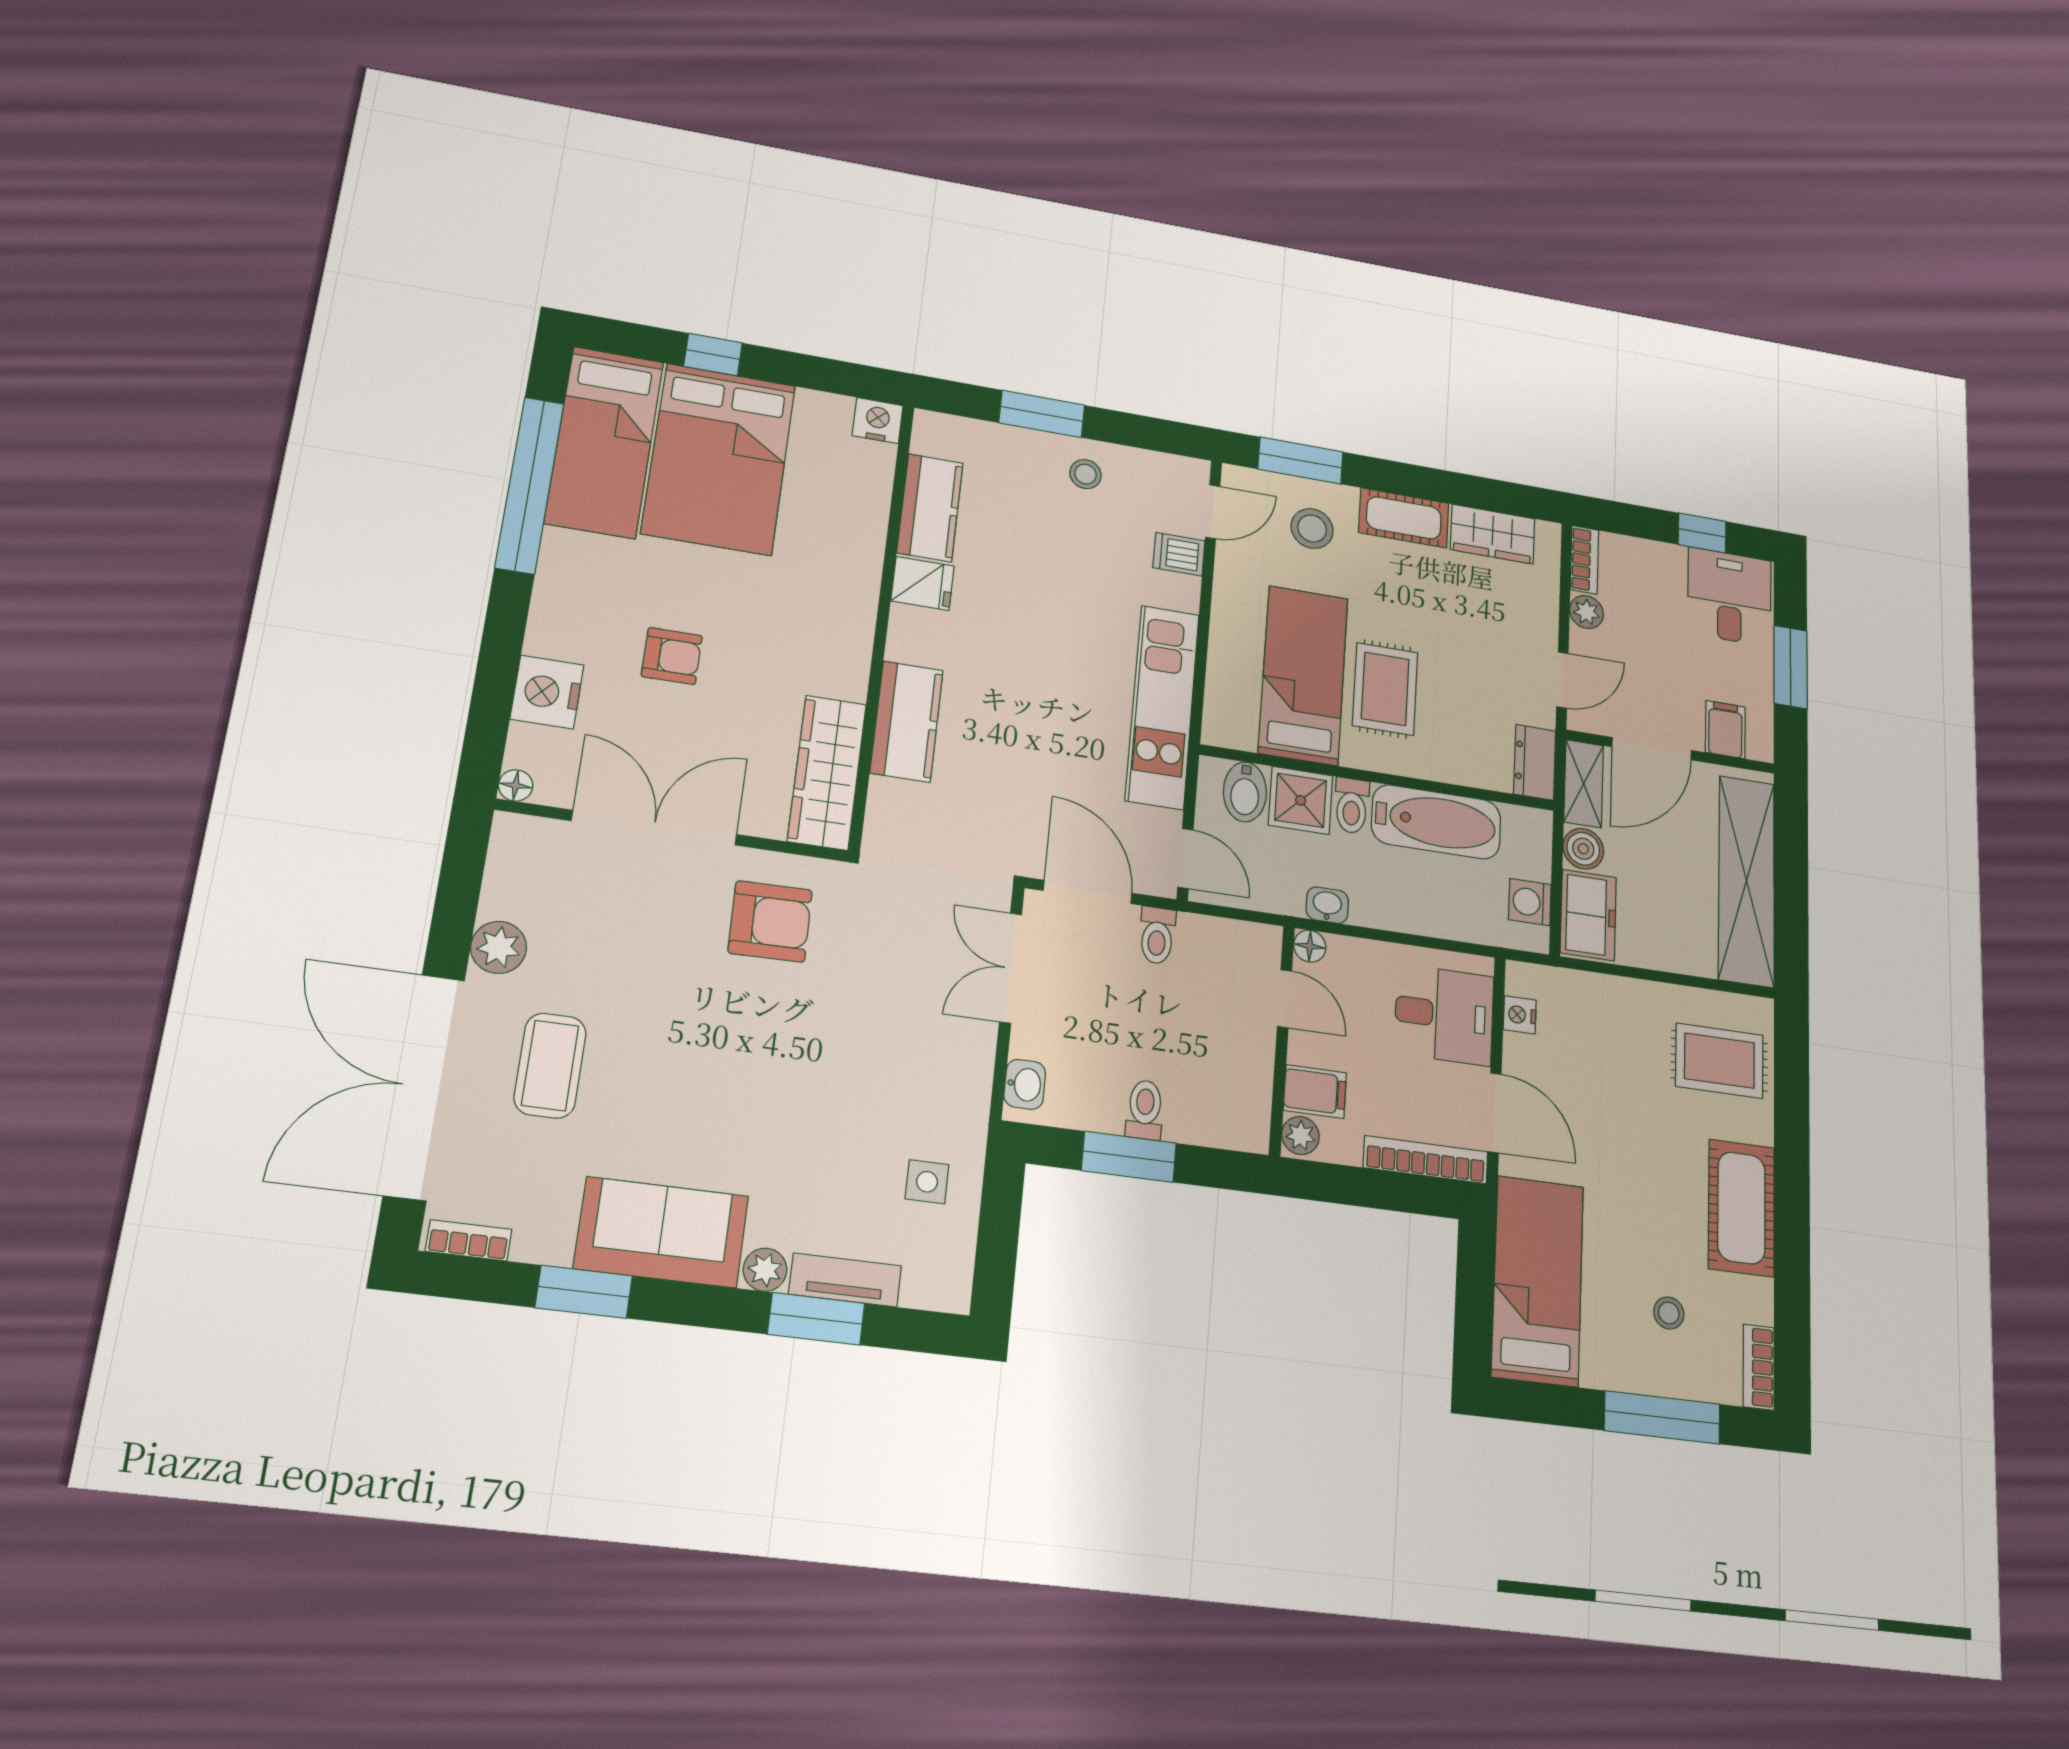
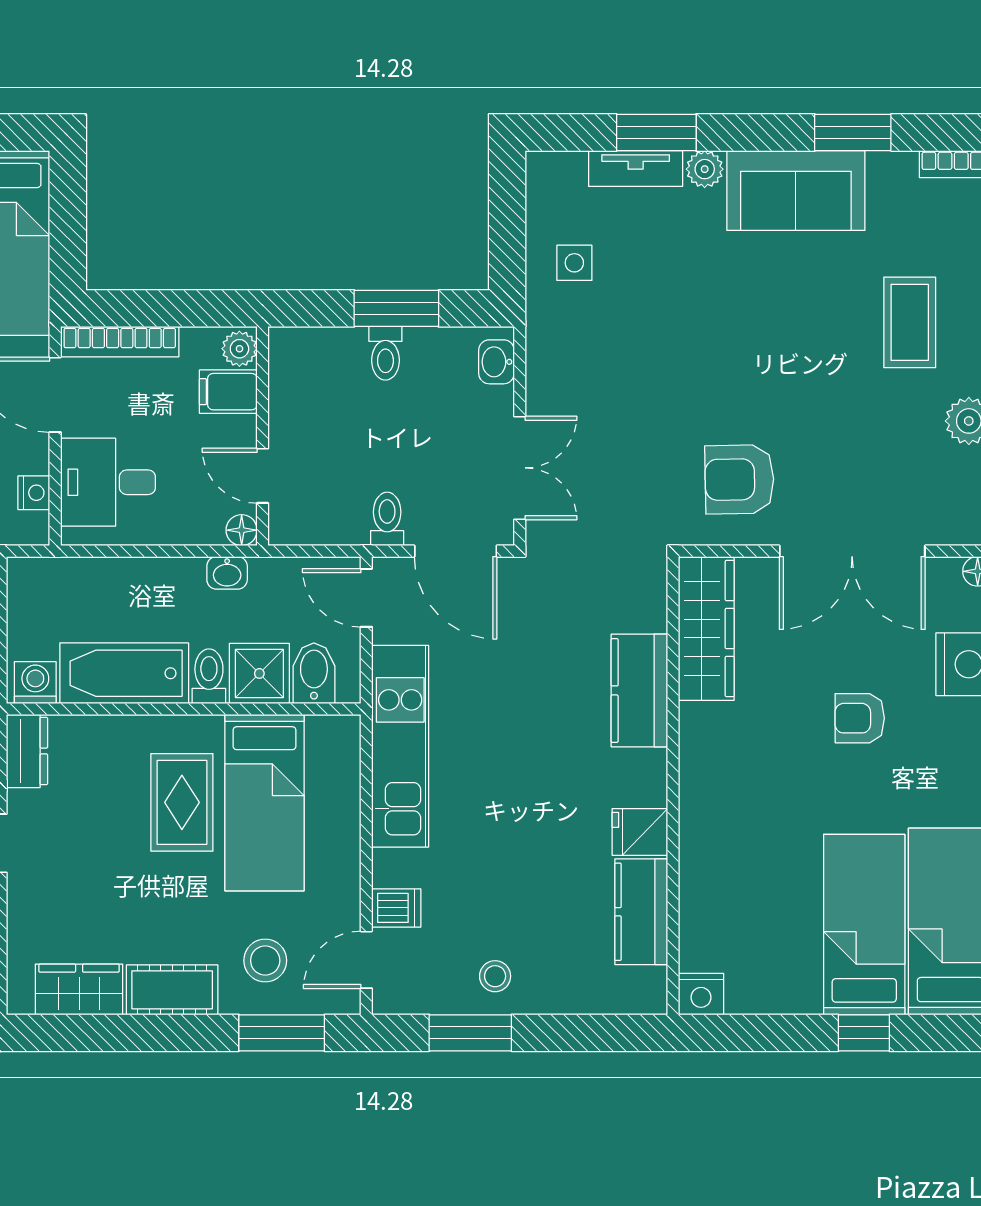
window: (1042, 414) -> (470, 1033), moved
bed: (719, 459) -> (864, 925), width x0.67
washing machine: (1530, 902) -> (35, 683), moved, turned -90

